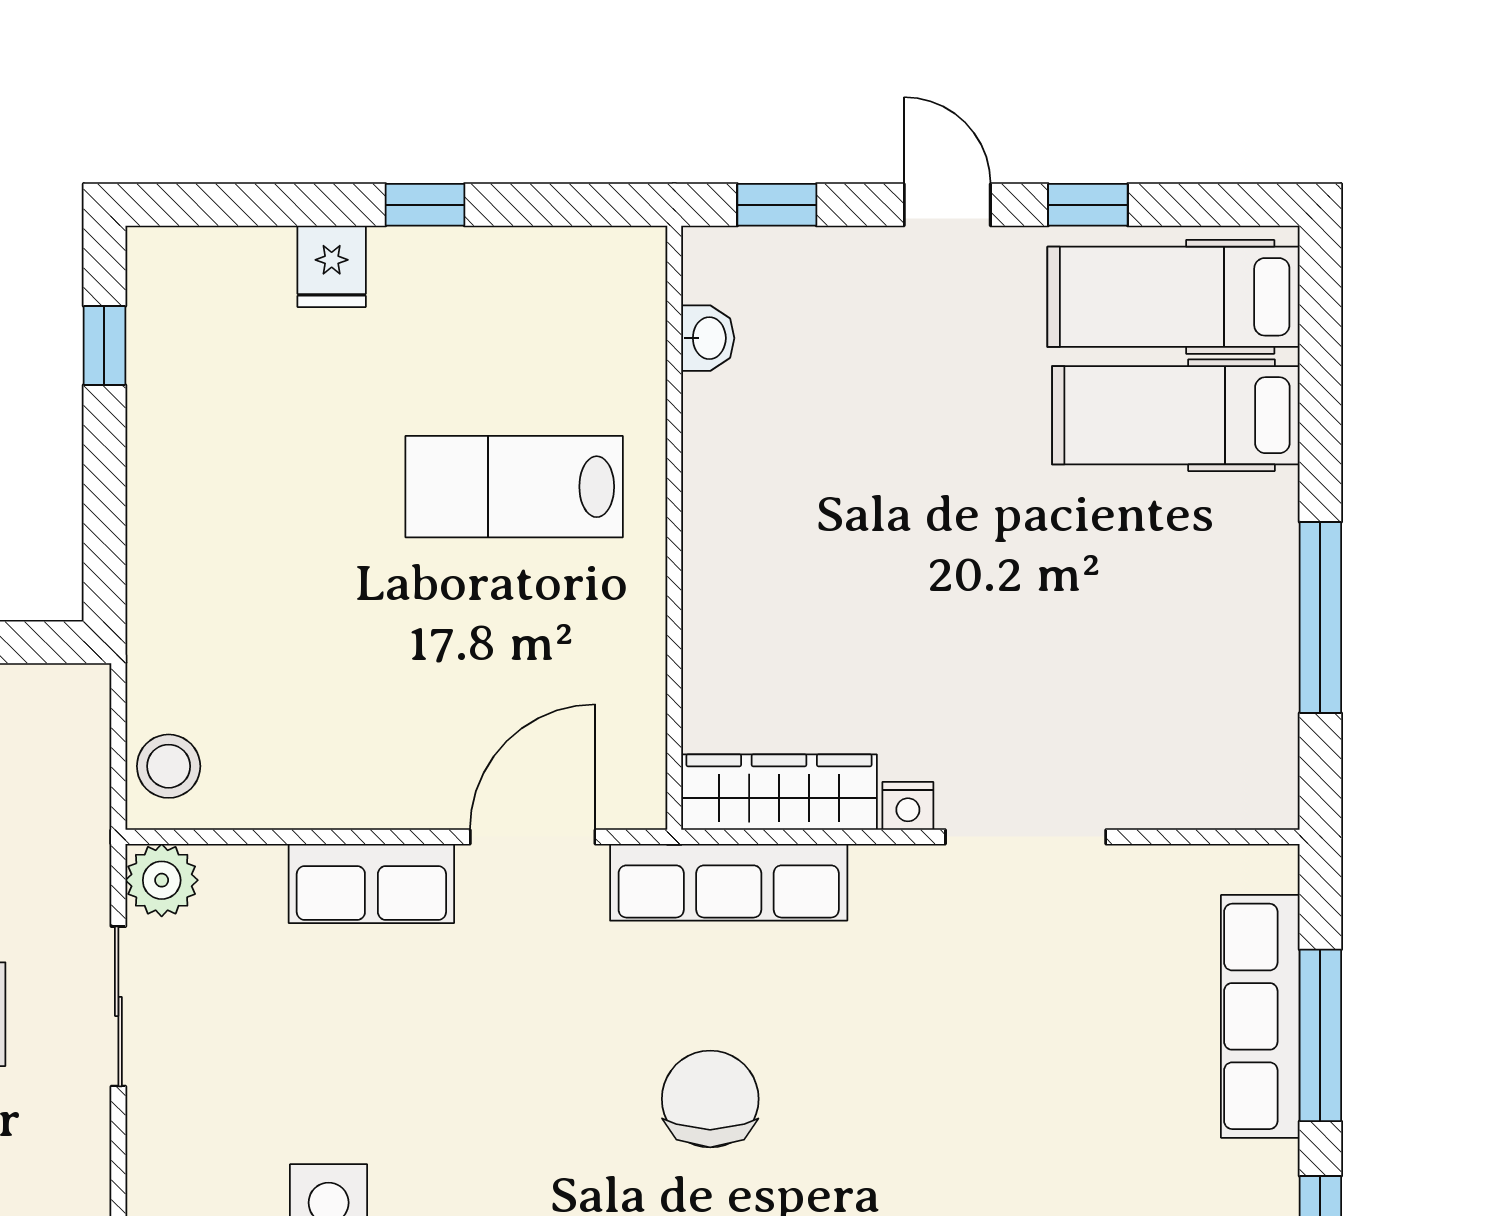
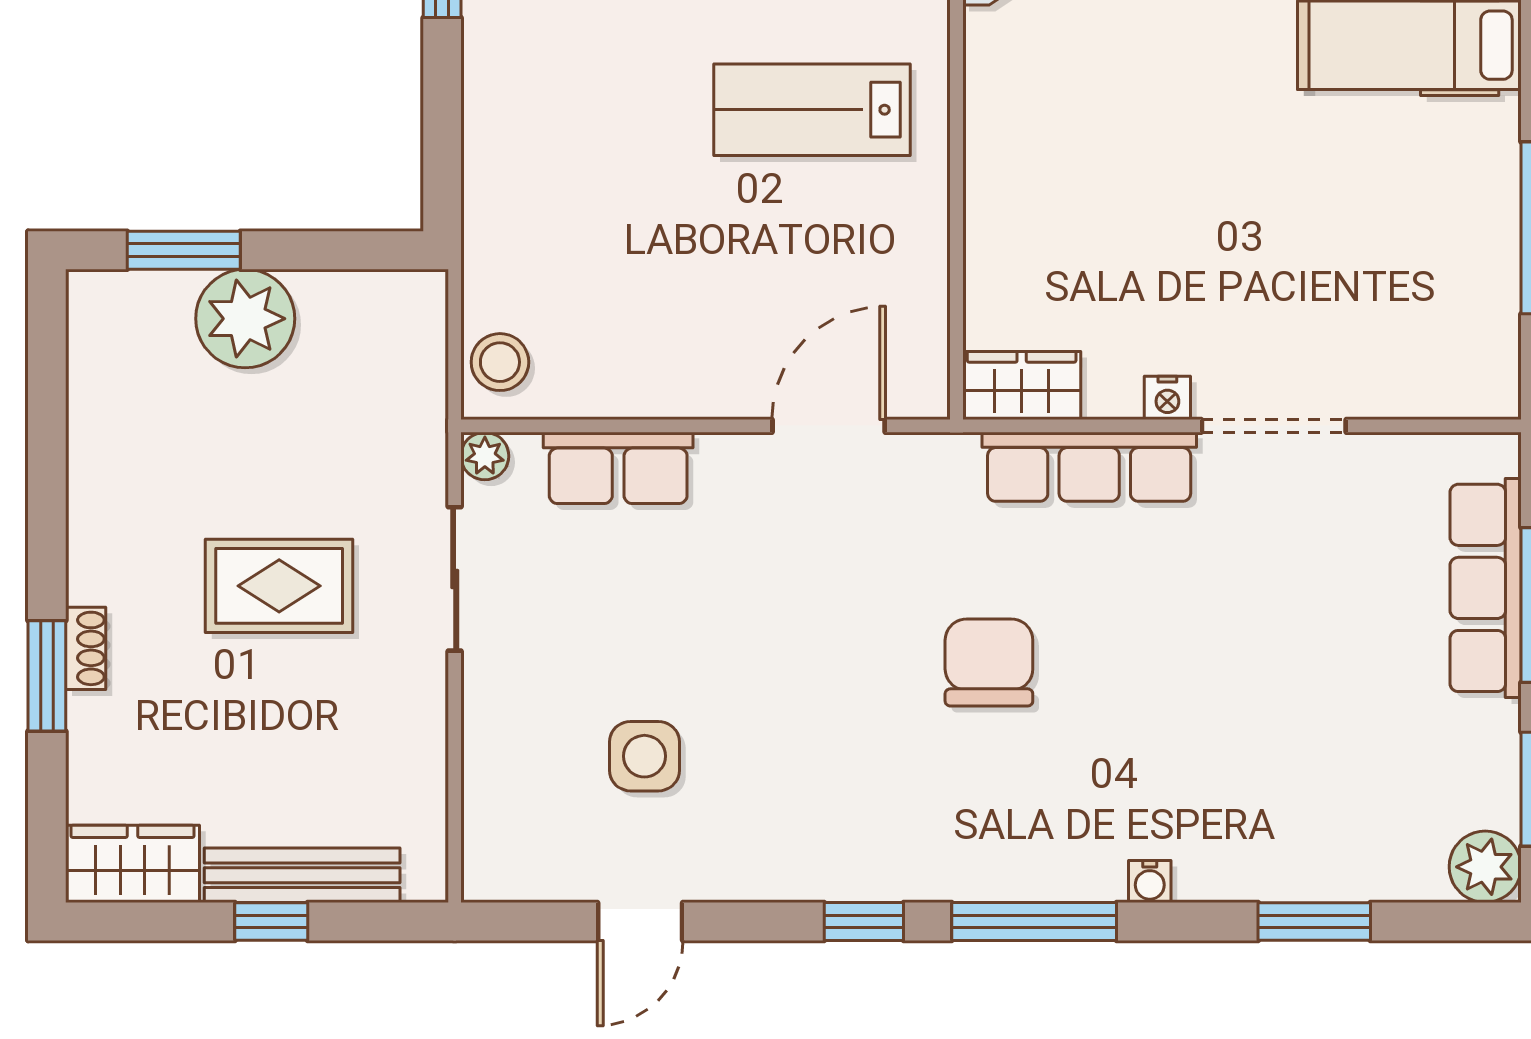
wardrobe: (779, 792) -> (1022, 385), width x0.67
plant: (162, 880) -> (485, 456), width x0.73, depth x0.73
row of seats: (729, 882) -> (1089, 467), moved
row of seats: (371, 883) -> (618, 468), moved

